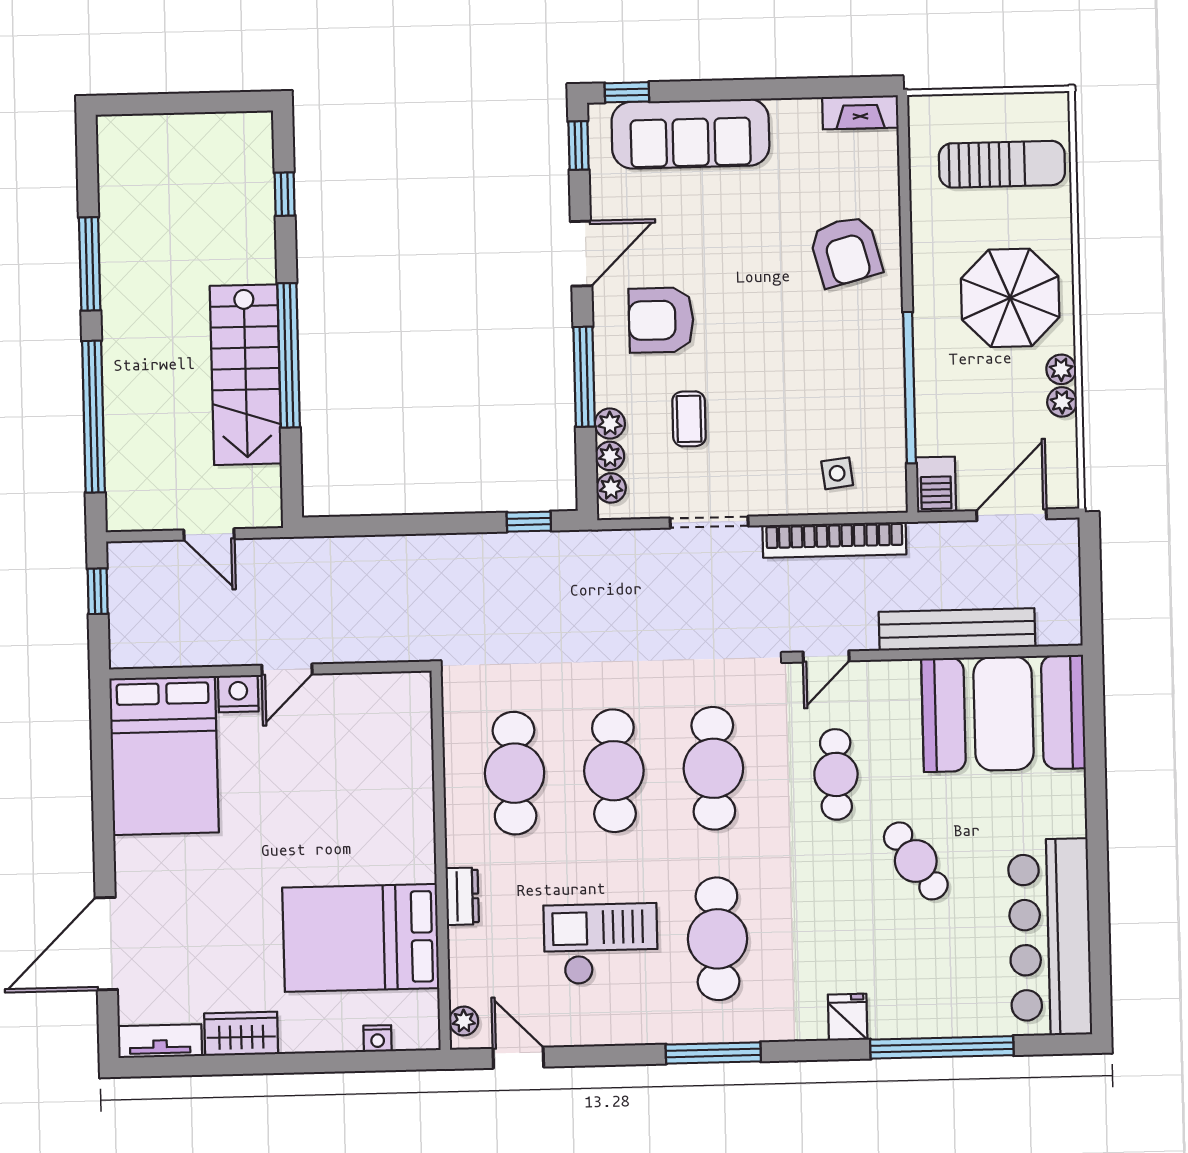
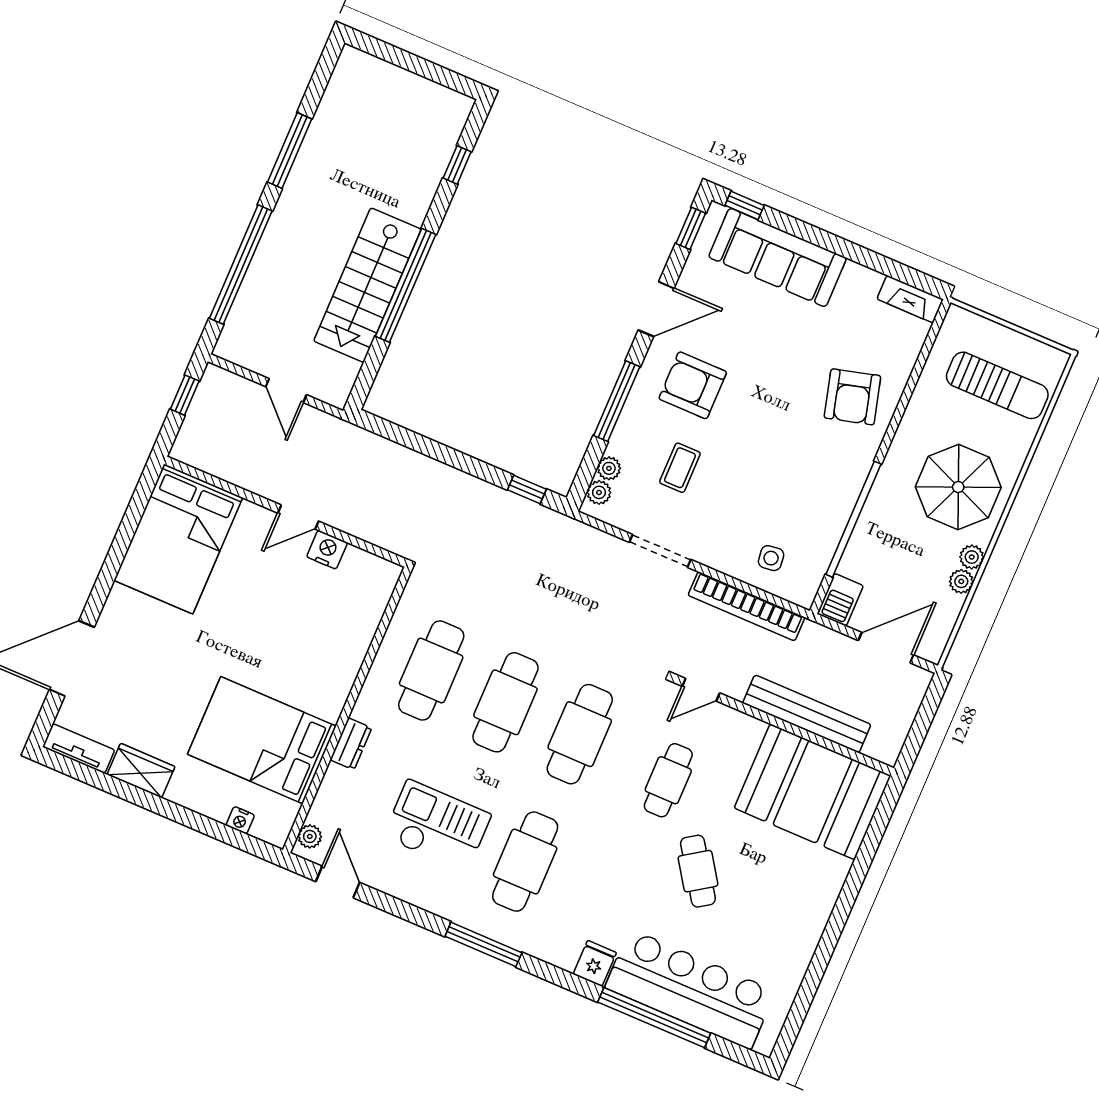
plant: (610, 424) -> (620, 444), removed
nightstand: (238, 694) -> (327, 550), moved
bar counter: (1050, 937) -> (690, 989), moved, turned 90

